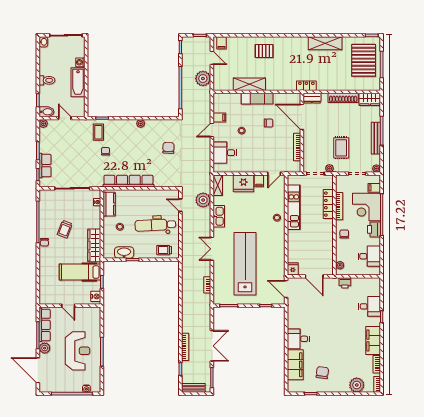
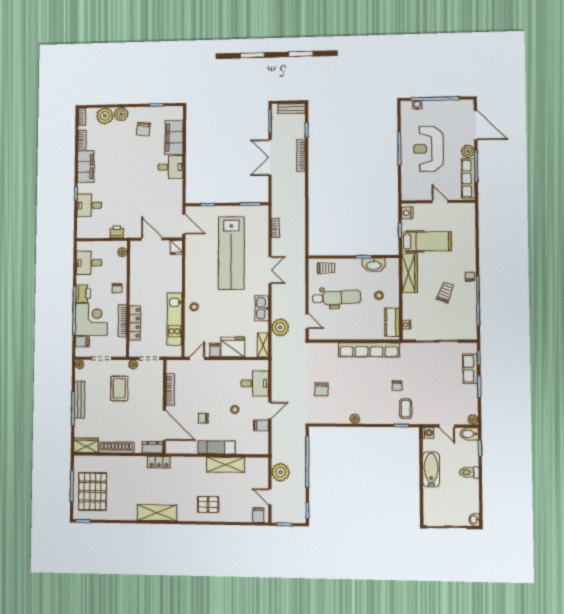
shelving: (325, 43) -> (157, 513), moved
washing machine: (80, 62) -> (428, 433), moved
plant: (342, 386) -> (121, 114), added

